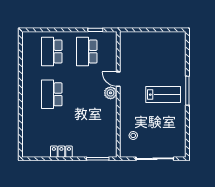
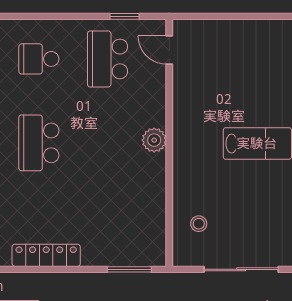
school desk: (52, 52) -> (39, 59), width x0.54
door: (118, 79) -> (169, 50), moved
locker: (61, 152) -> (46, 255), width x1.53

